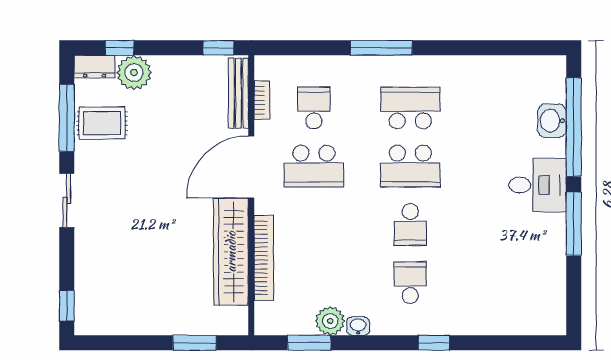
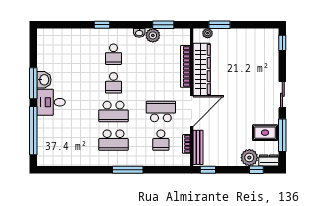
washbasin: (552, 121) -> (44, 80), moved
school desk: (410, 166) -> (114, 111), turned 180
school desk: (410, 224) -> (114, 83), turned 180
plant: (219, 325) -> (207, 33), added

